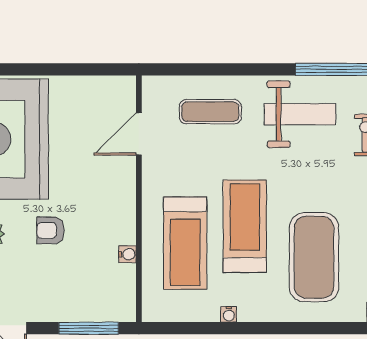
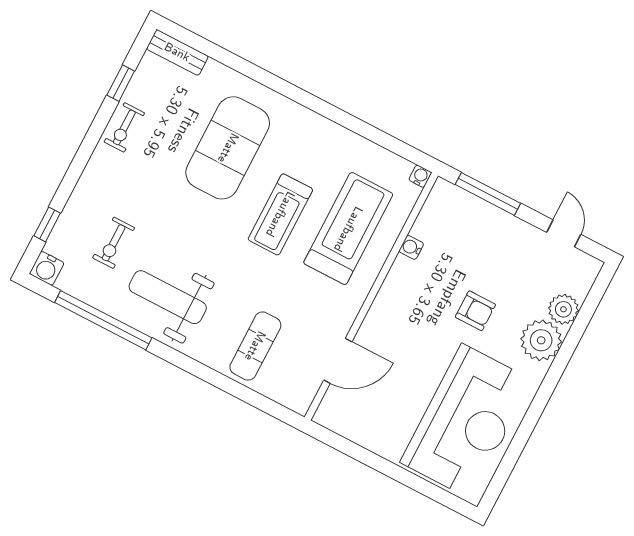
exercise mat: (210, 112) -> (255, 346), turned 90
treadmill: (245, 226) -> (280, 214), width x0.73, depth x0.73
water cooler: (229, 314) -> (420, 176), moved

